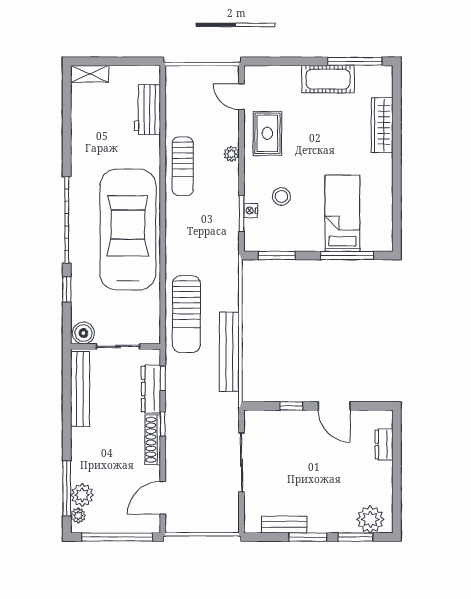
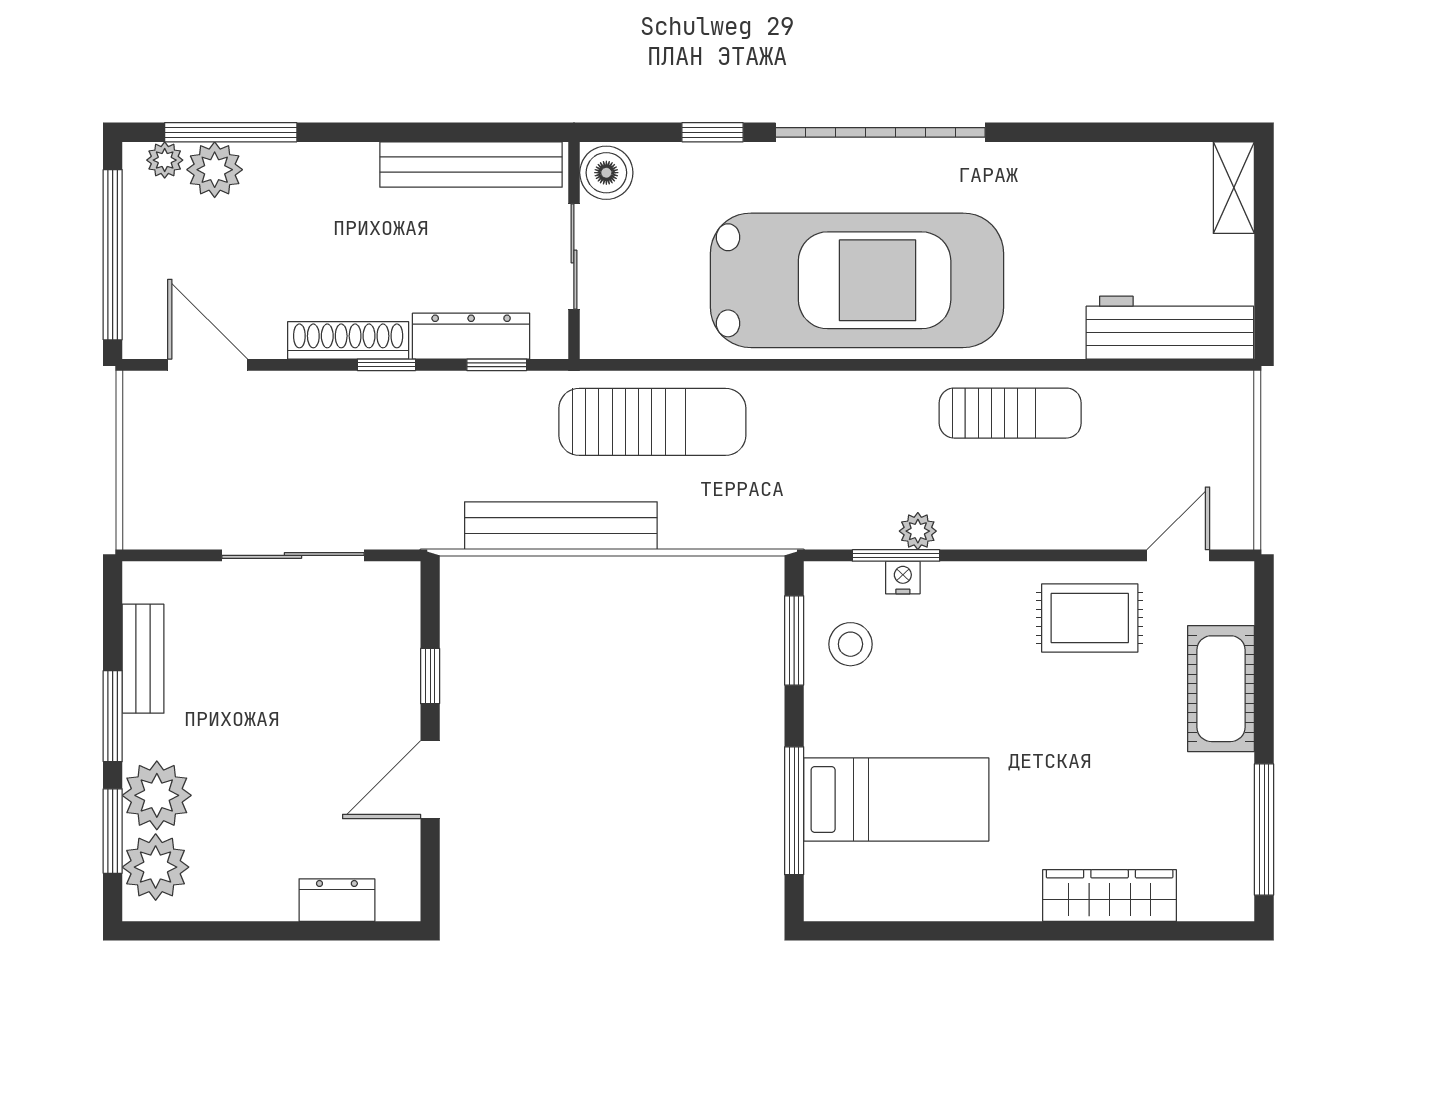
cot: (328, 79) -> (1221, 689), moved
workbench: (147, 110) -> (1170, 328), width x1.38
plant: (231, 154) -> (918, 531), moved
sun lounger: (183, 166) -> (1010, 413), turned 180
stool: (281, 196) -> (850, 644), moved
sun lounger: (186, 314) -> (652, 422), turned 180
plant: (341, 519) -> (157, 795), added

